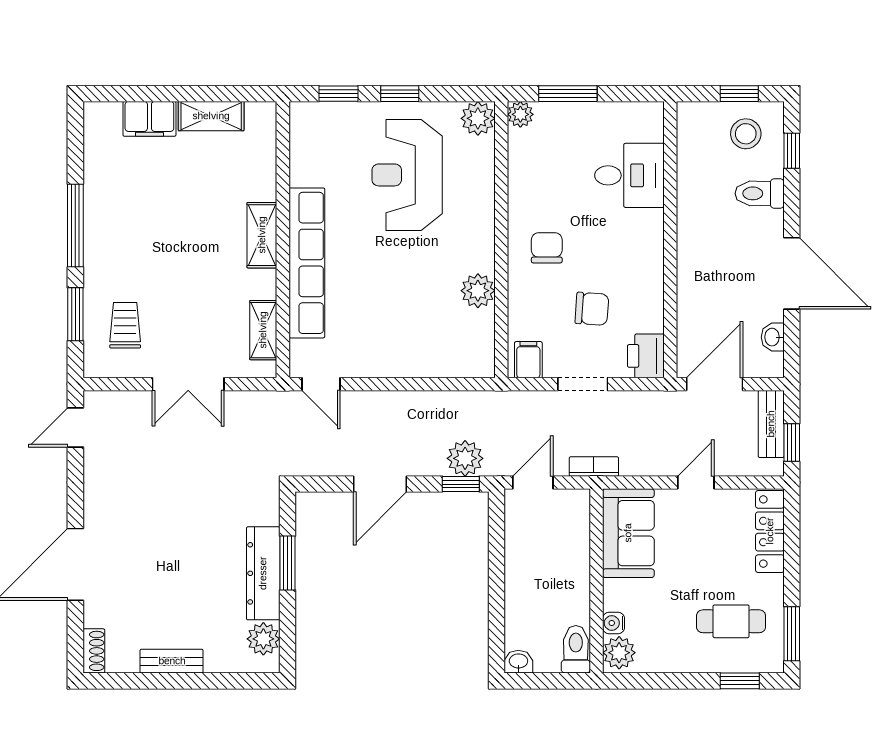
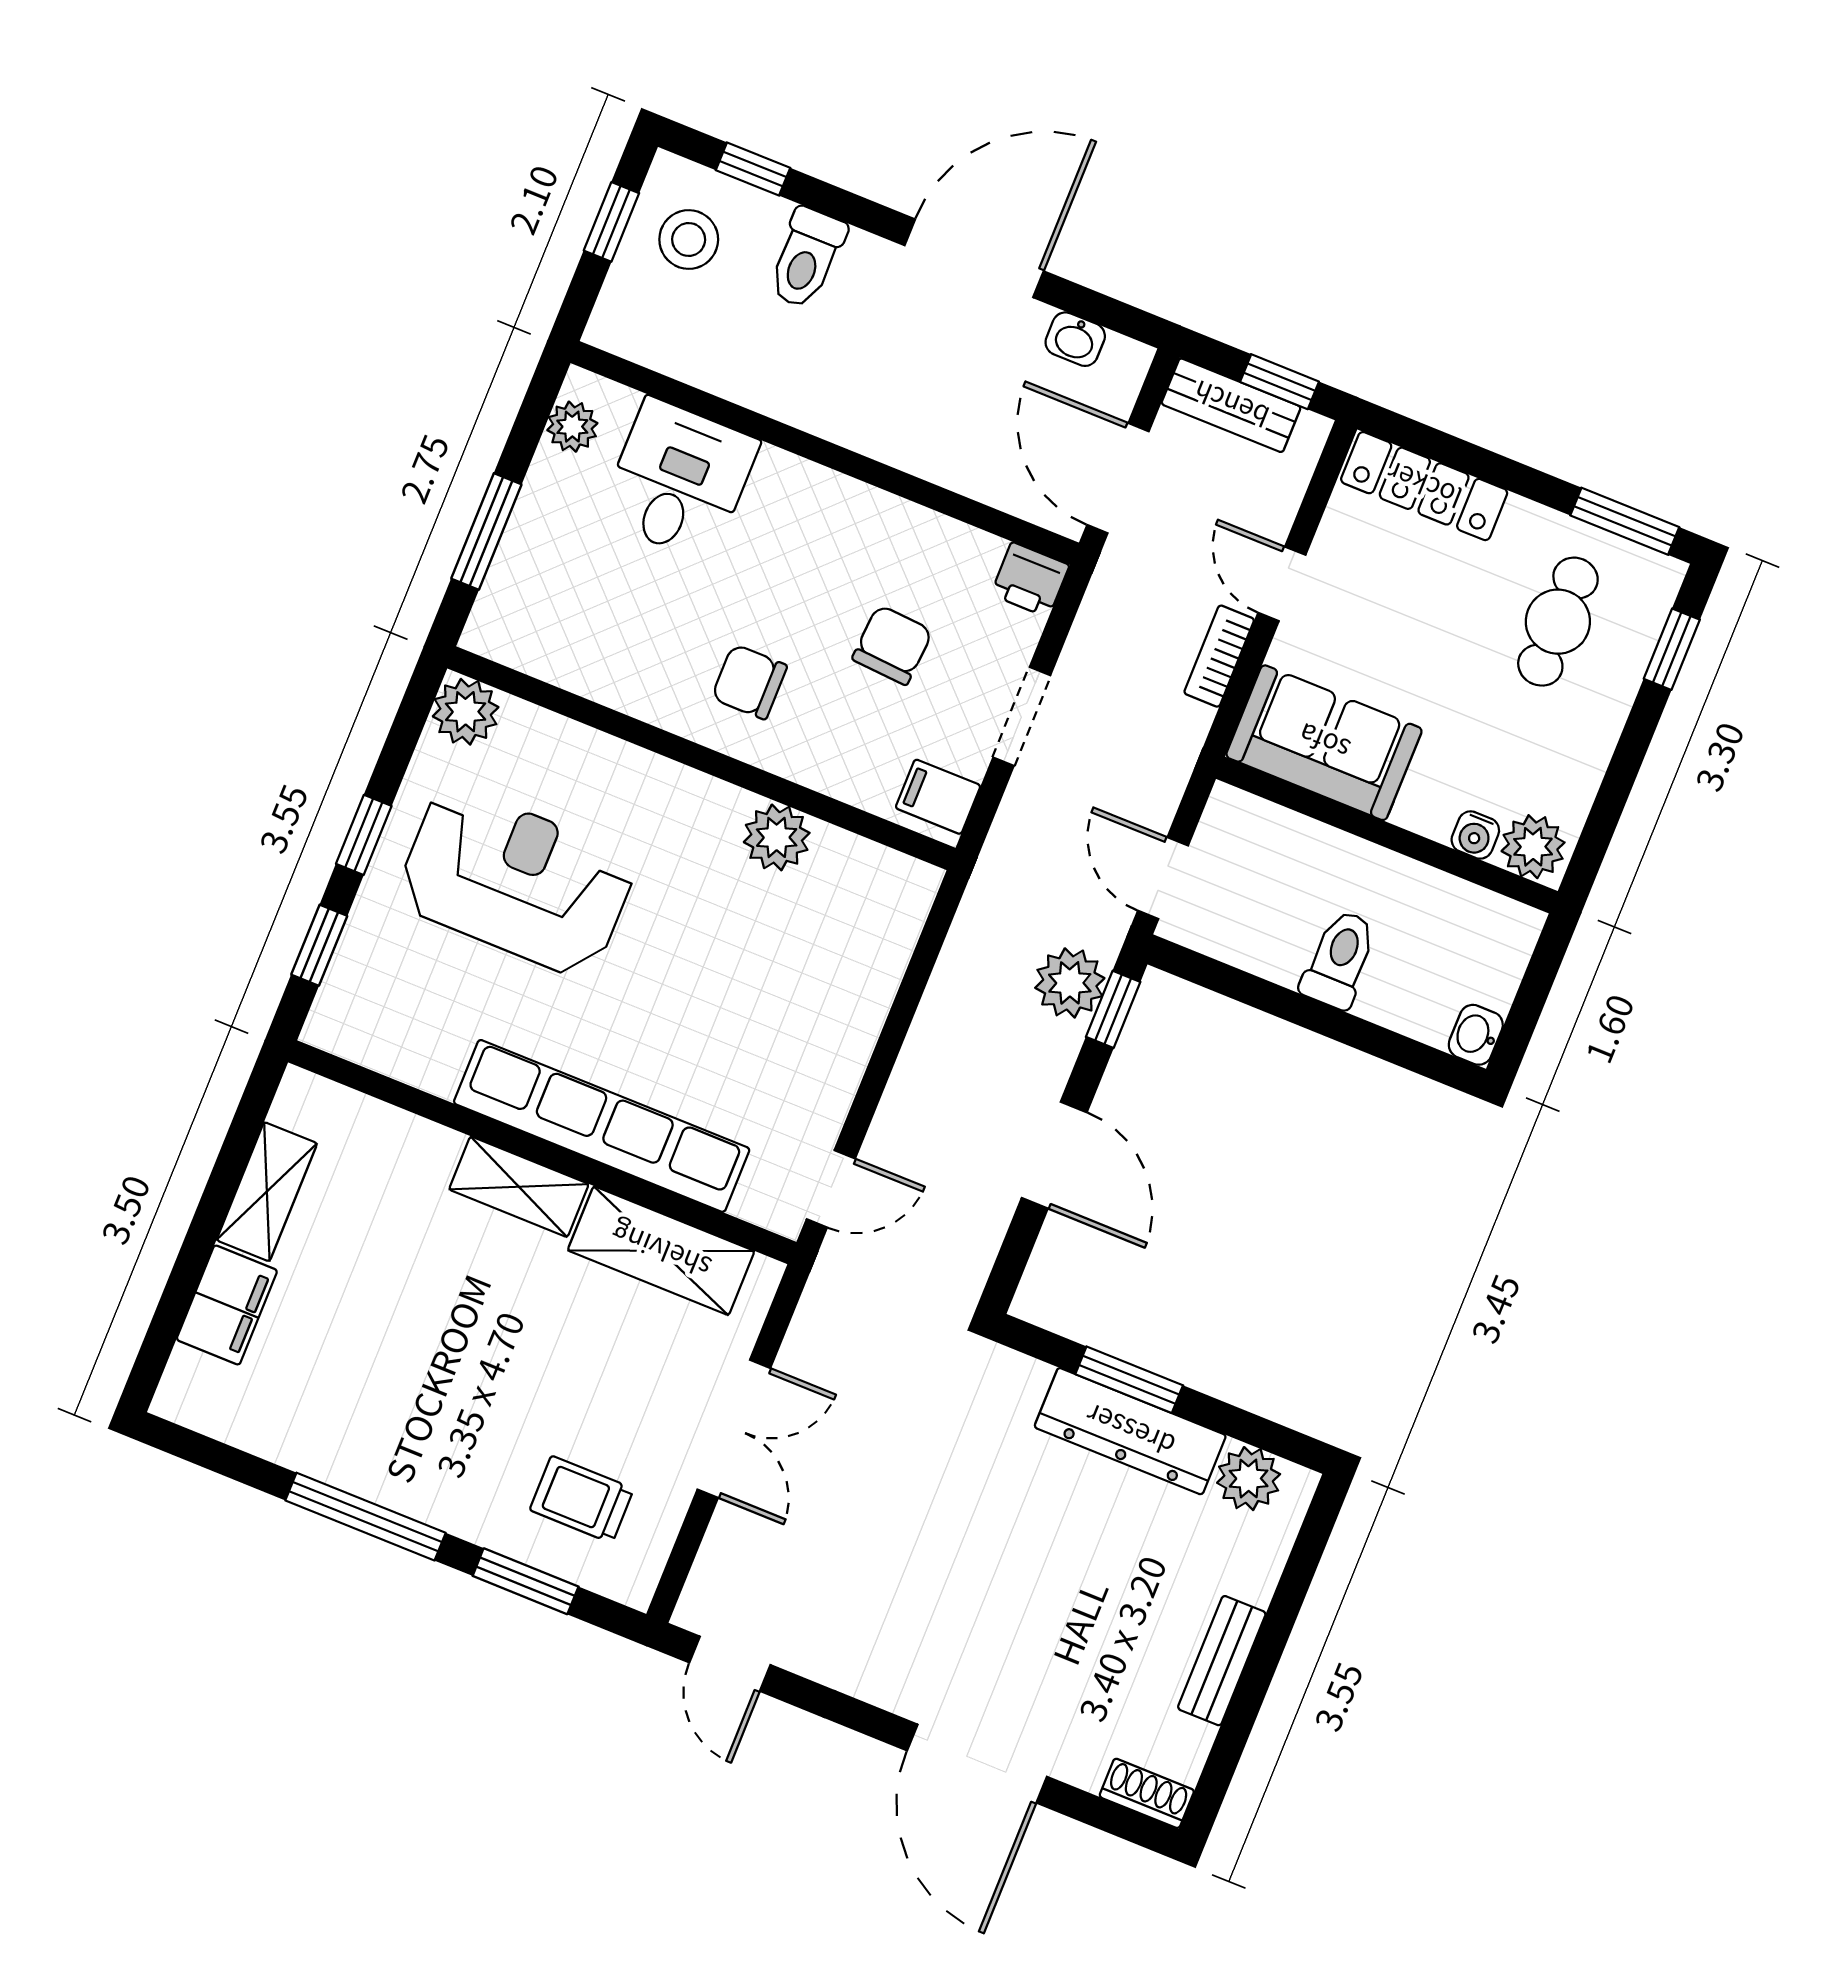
plant: (520, 114) -> (572, 427), moved
reception desk: (407, 175) -> (516, 881), turned 180
shelving: (263, 330) -> (661, 1251), width x1.50, depth x1.33
printer: (646, 356) -> (1030, 580), width x0.73, depth x0.81
bookcase: (594, 467) -> (1219, 656), moved
toilet: (576, 649) -> (1339, 959), moved, turned 90

